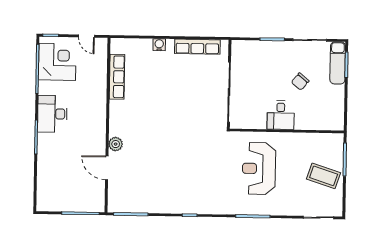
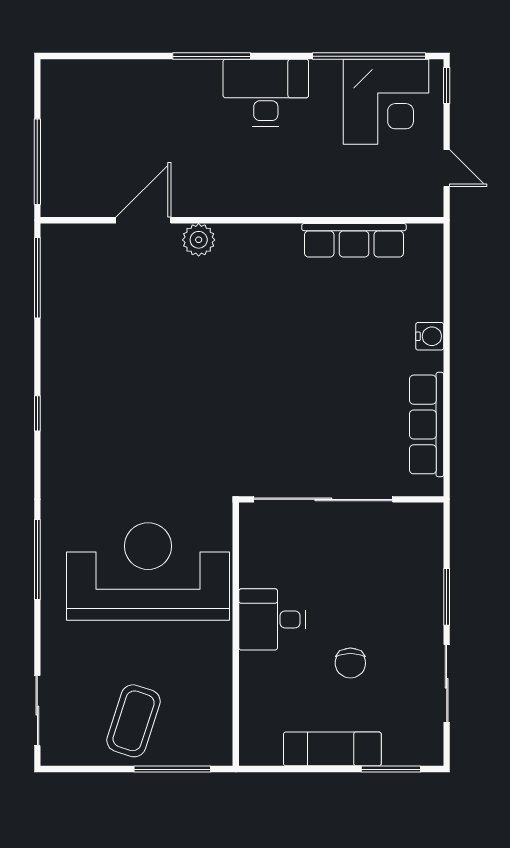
door: (86, 36) -> (447, 168), swing flipped
exam couch: (338, 63) -> (332, 749), moved
chair: (300, 82) -> (350, 663), turned -130
reception desk: (259, 168) -> (148, 572), width x1.36, depth x1.30

